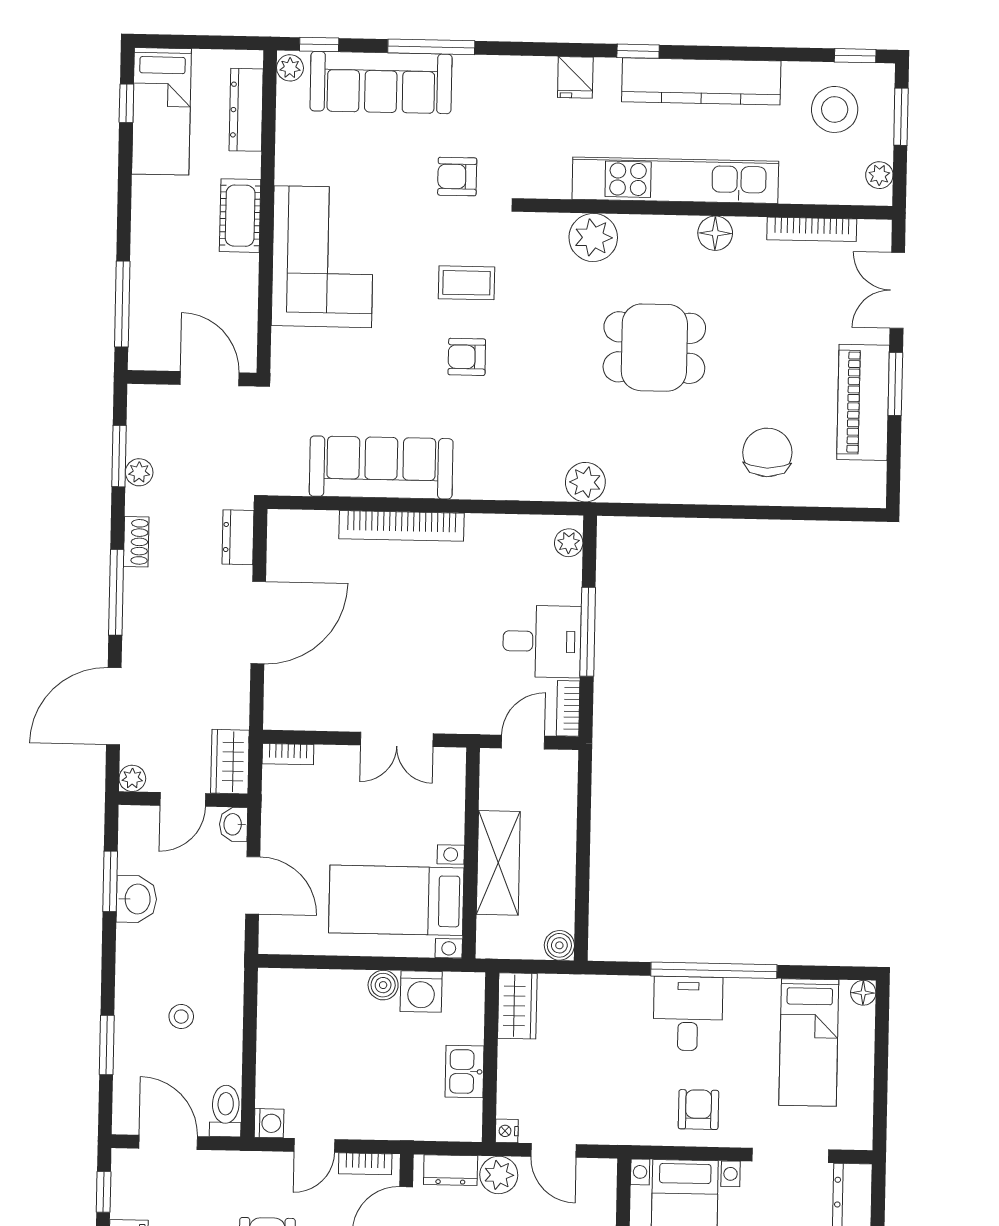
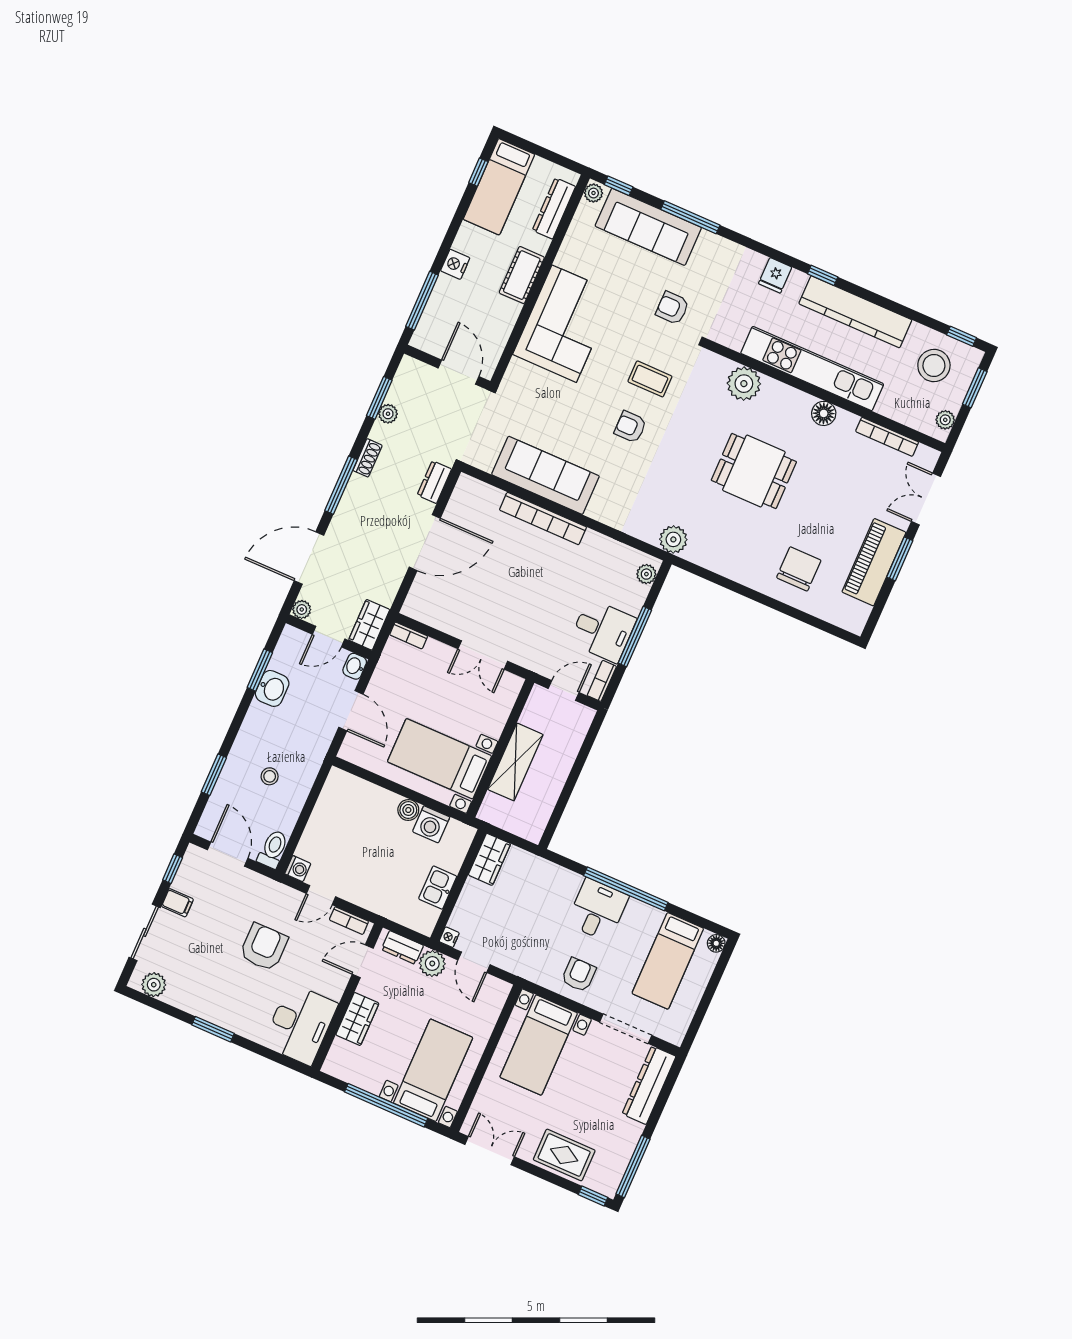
nightstand: (146, 238) -> (455, 264), added
boiler: (559, 945) -> (533, 831), removed

